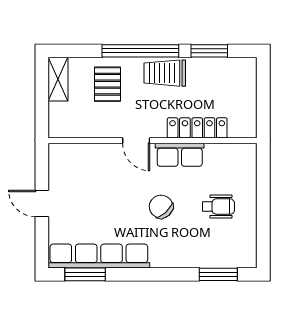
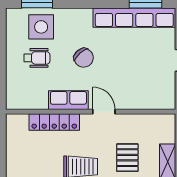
wheelchair: (218, 207) -> (37, 58), turned 180
side table: (213, 245) -> (41, 27), added

